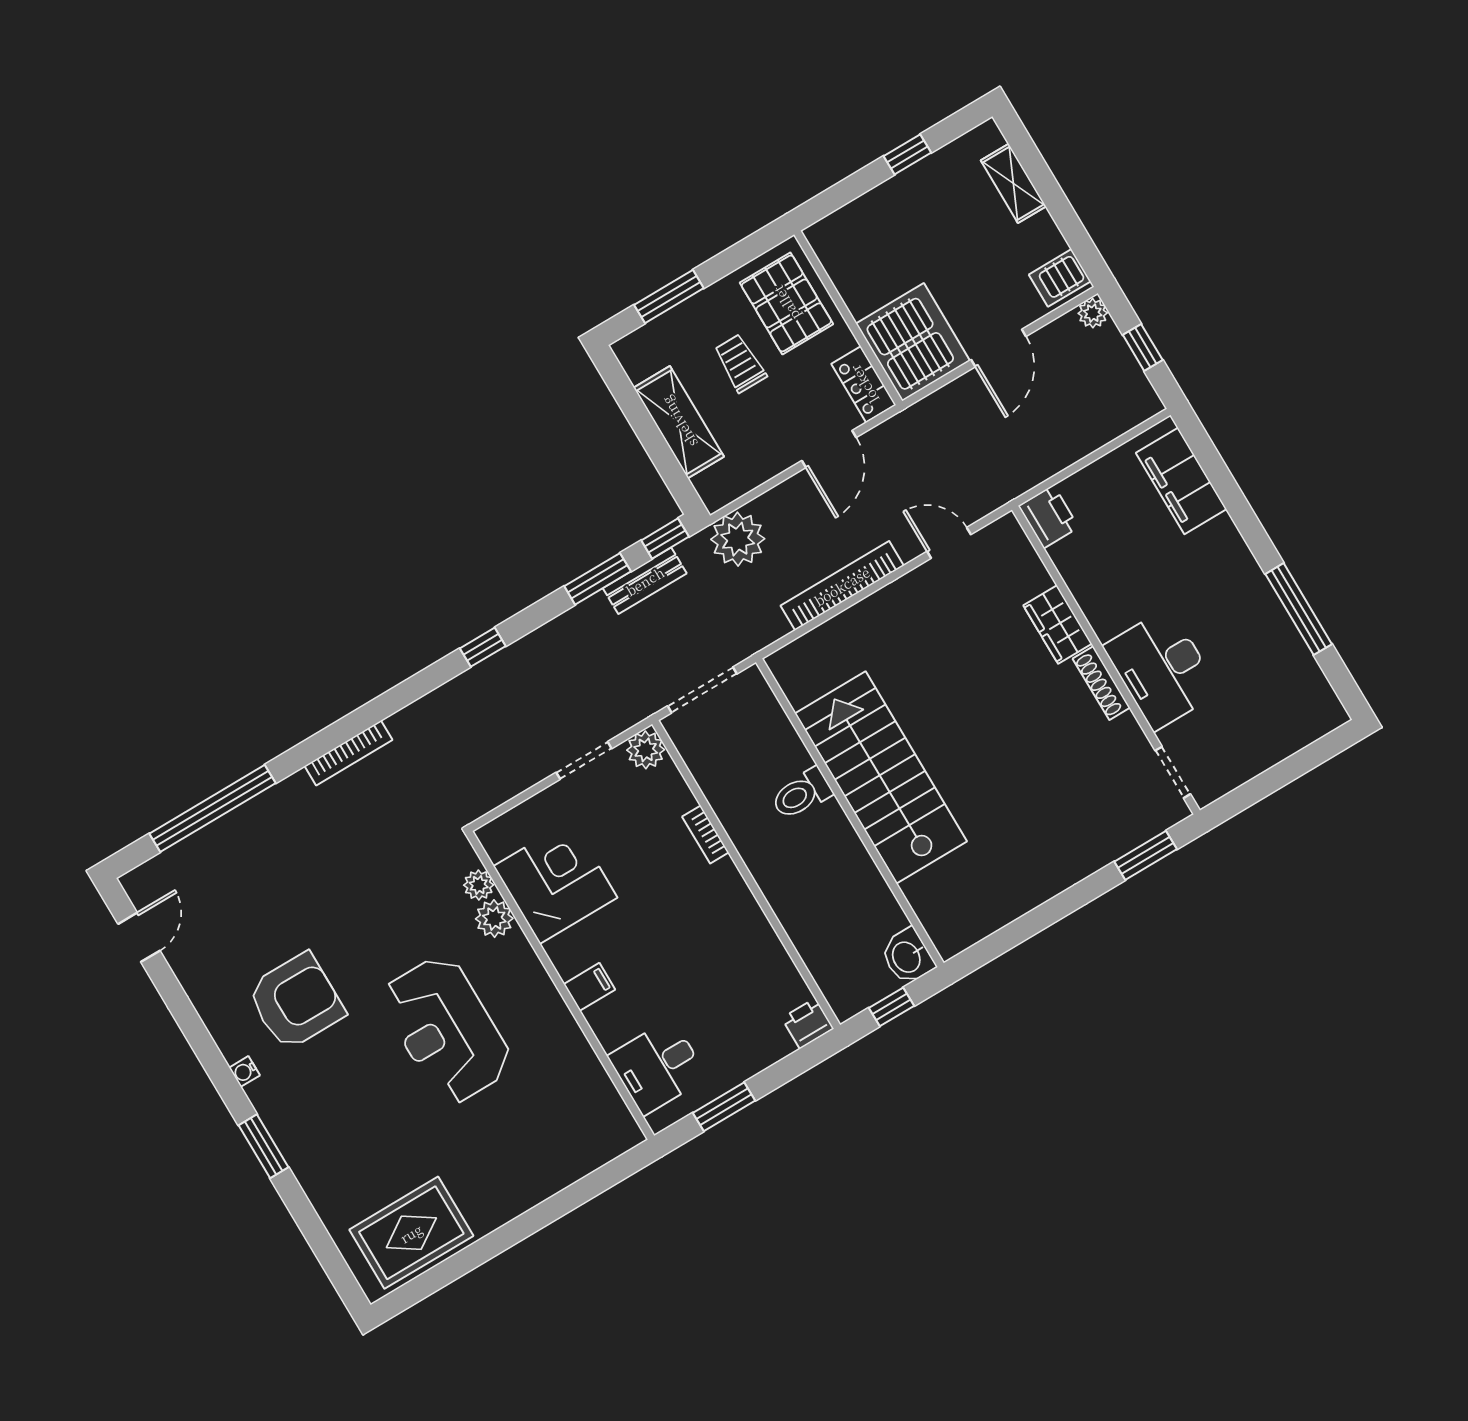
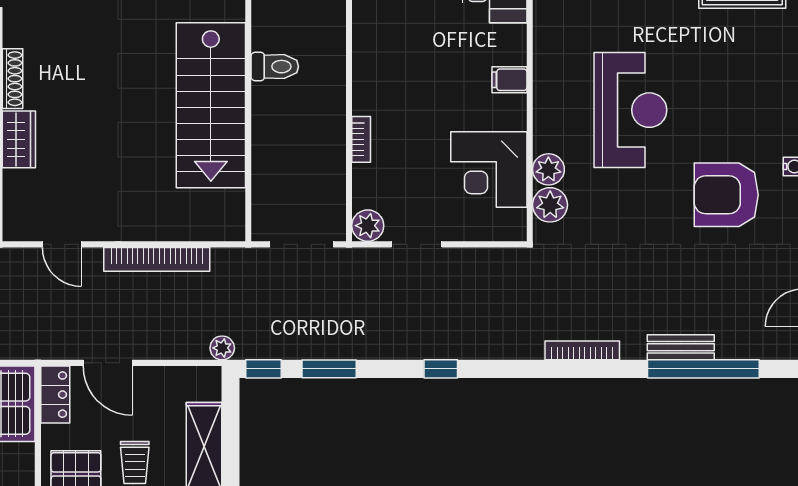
door: (829, 449) -> (108, 363), swing flipped
plant: (738, 539) -> (222, 348), width x0.53, depth x0.53
bench: (645, 581) -> (681, 347), moved
toilet: (802, 794) -> (275, 67), moved
plant: (479, 885) -> (550, 205), width x1.38, depth x1.38

